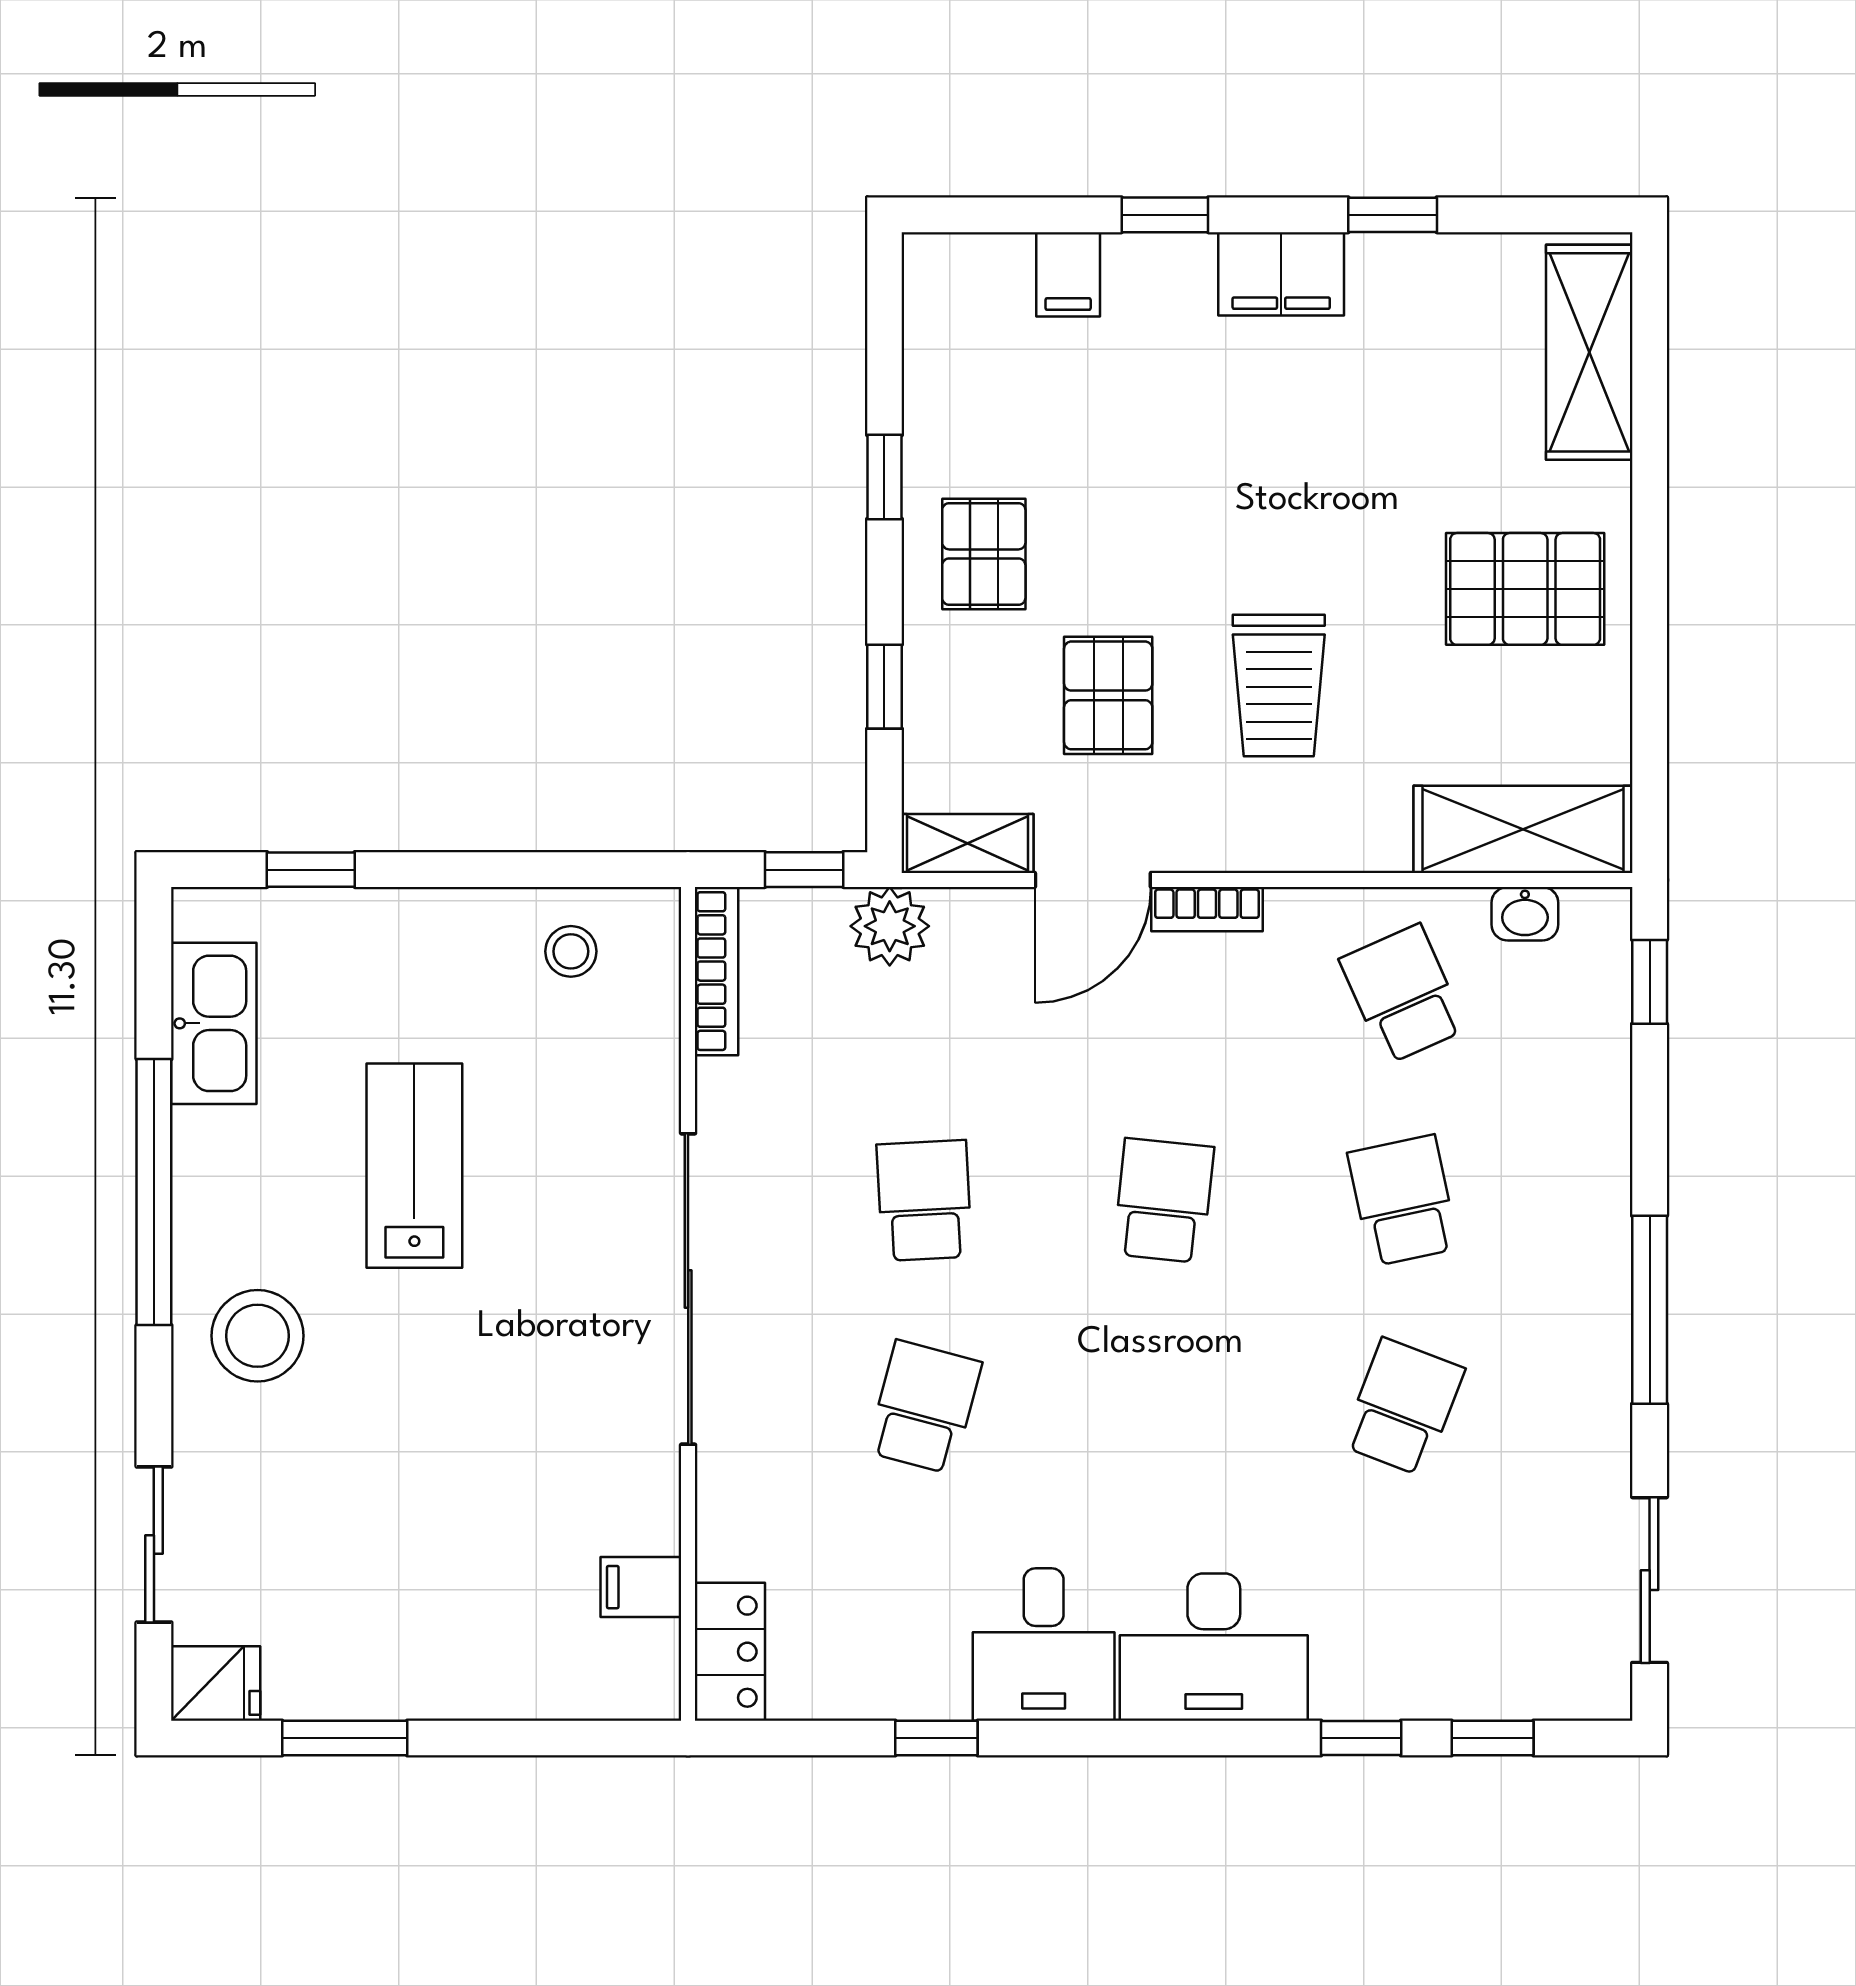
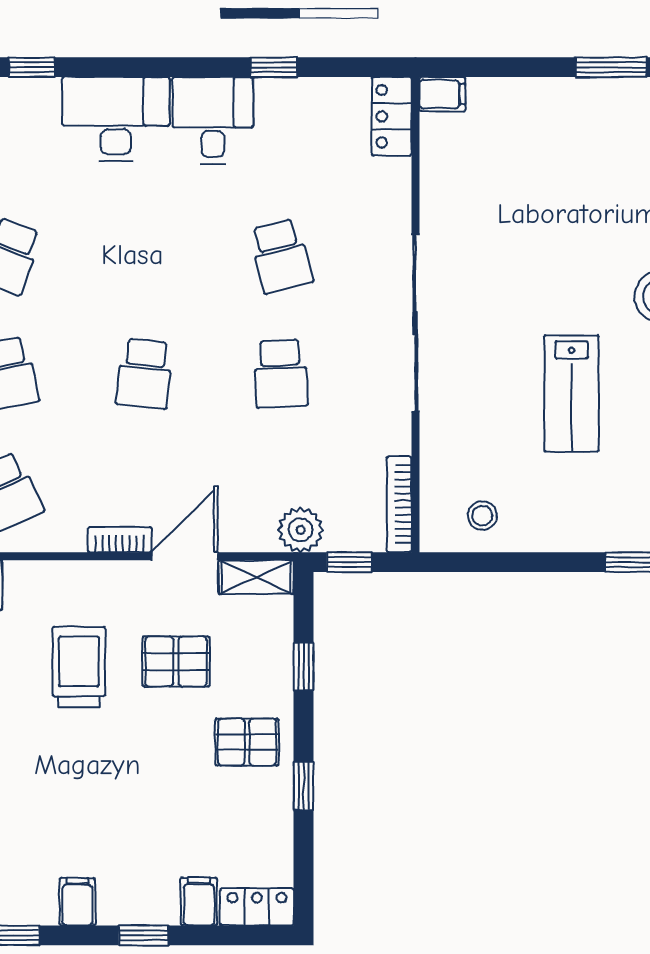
locker: (966, 265) -> (257, 907), added
filing cabinet: (1281, 274) -> (77, 902), width x0.50
pallet: (984, 554) -> (247, 742), turned 90
pallet: (1108, 695) -> (176, 661), turned 90
school desk: (924, 1407) -> (281, 256), turned -30
filing cabinet: (641, 1587) -> (442, 94), moved

